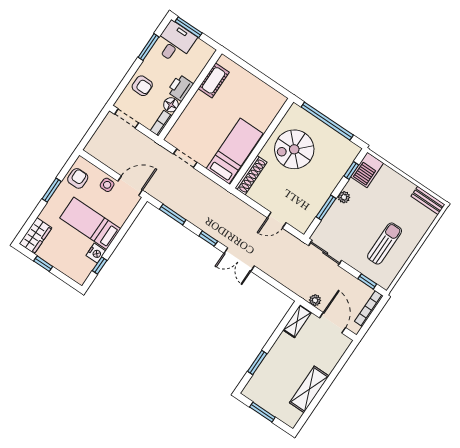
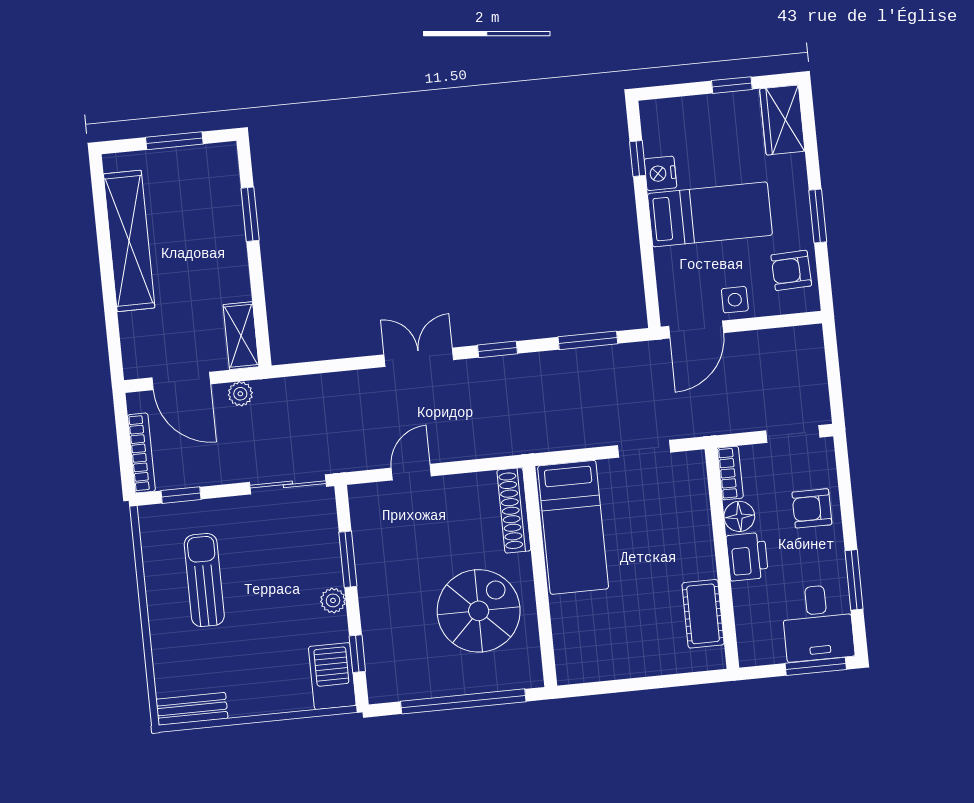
armchair: (78, 178) -> (791, 270), turned 88
sun lounger: (385, 244) -> (204, 580), turned 180
shelving: (309, 389) -> (129, 241), width x1.47

